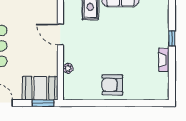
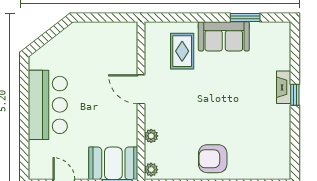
fireplace: (164, 60) -> (284, 87), moved
plant: (68, 93) -> (151, 170), added

